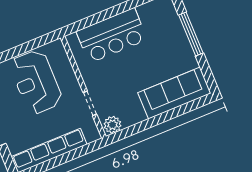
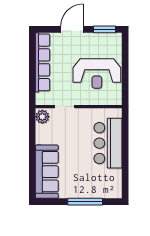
reception desk: (36, 82) -> (97, 73), turned 180

